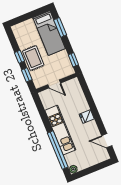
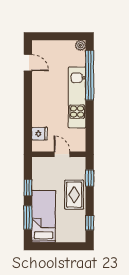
window: (19, 57) -> (90, 223), moved
window: (73, 60) -> (28, 188), moved
fridge: (87, 117) -> (40, 134), moved

